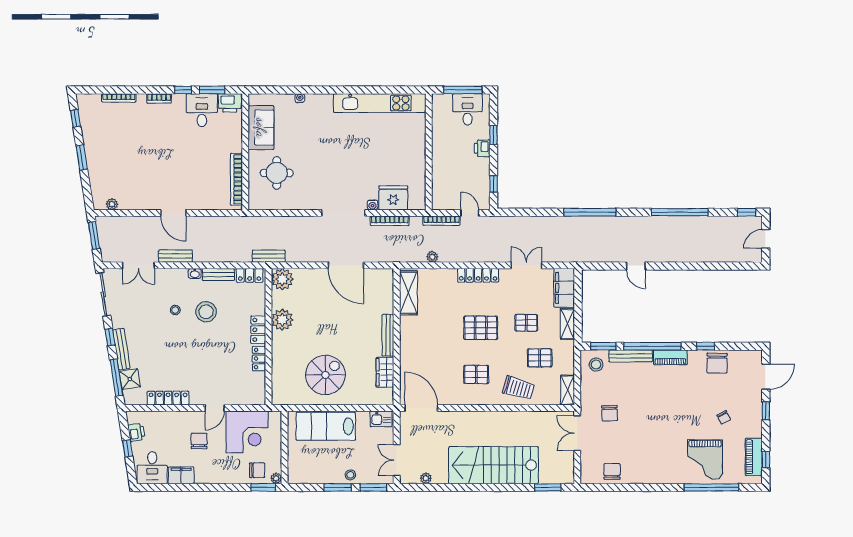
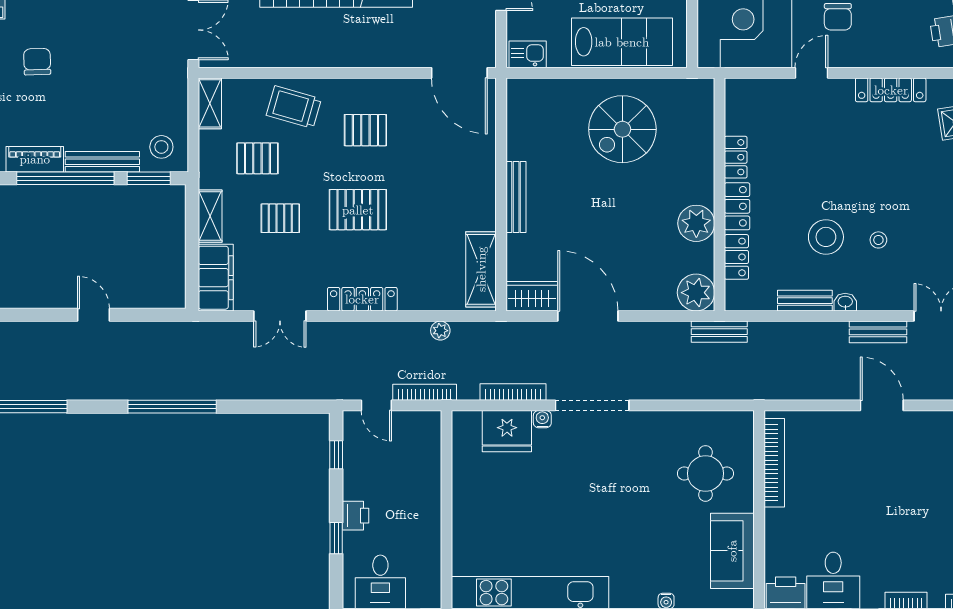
locker: (250, 275) -> (736, 257), moved, turned 90
wardrobe: (385, 372) -> (532, 296), moved, turned -90
chair: (610, 413) -> (37, 62), moved

